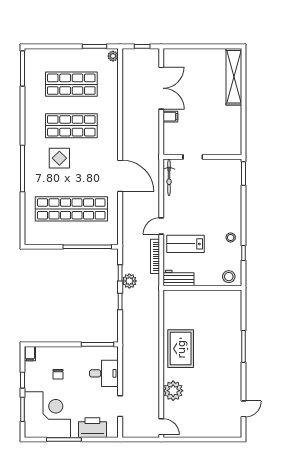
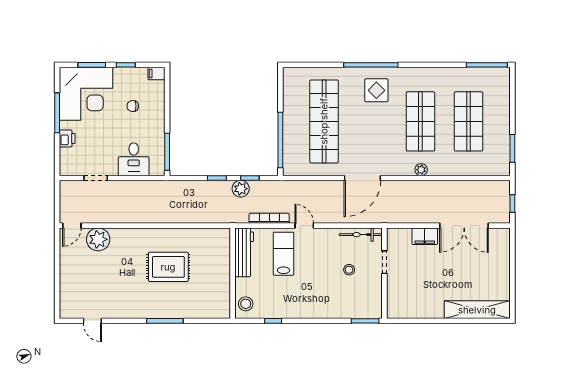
plant: (113, 56) -> (421, 170), moved
filing cabinet: (170, 117) -> (425, 236), width x2.00
display table: (59, 158) -> (376, 90), moved
stool: (231, 237) -> (349, 270), moved
workbench: (179, 278) -> (244, 252), width x1.38
rug: (181, 349) -> (168, 267), moved
plant: (173, 391) -> (98, 239), moved
printer: (92, 428) -> (67, 138), width x0.53, depth x0.68

